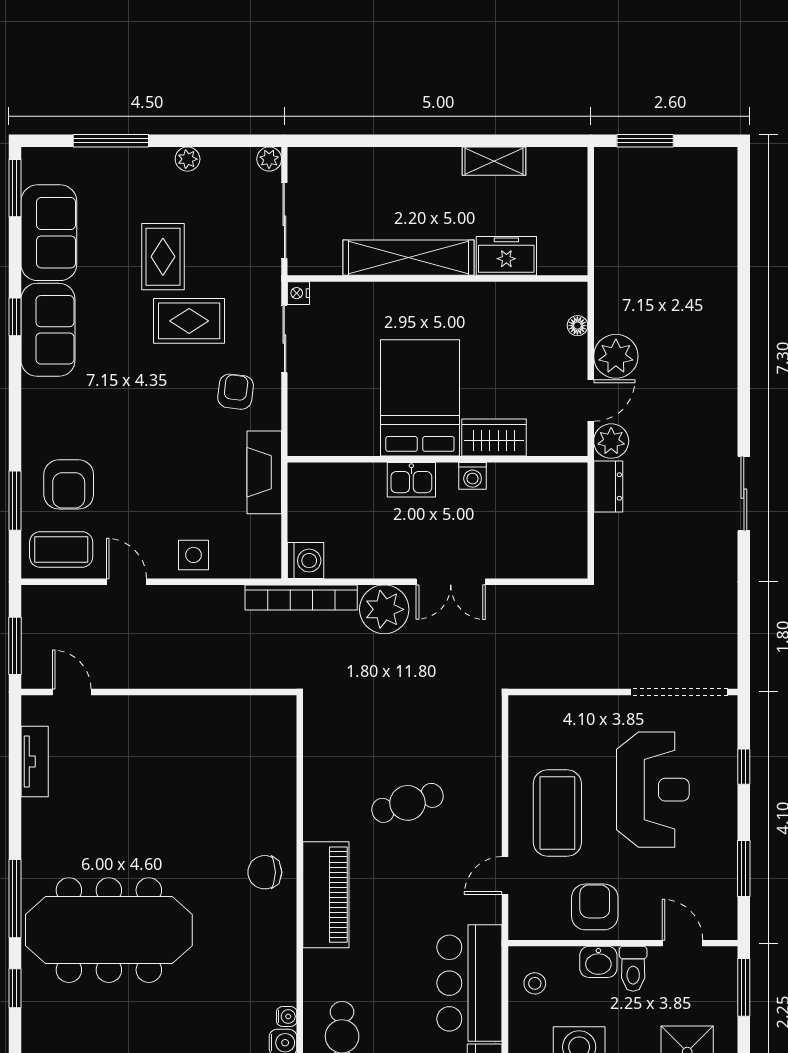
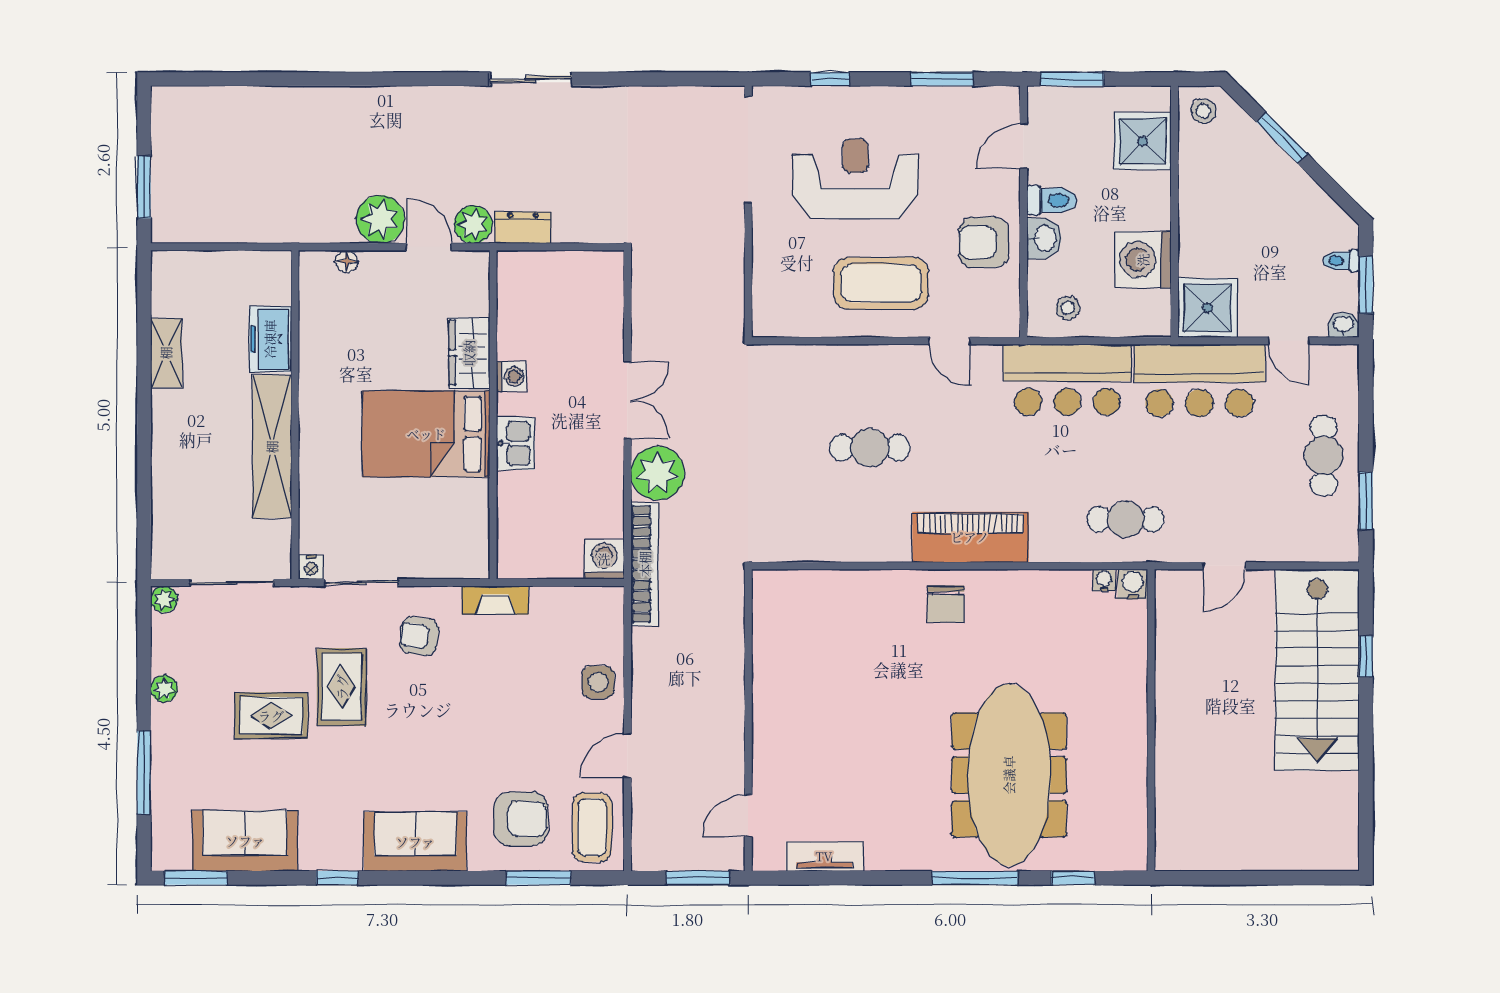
sofa: (48, 330) -> (415, 842), moved
fireplace: (264, 472) -> (495, 600), width x0.73, depth x0.76
cafe table: (407, 803) -> (870, 448), turned -73

